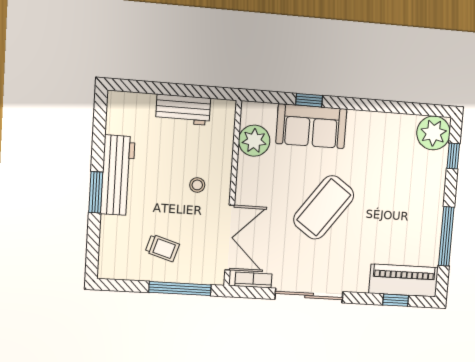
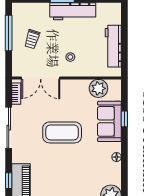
workbench: (183, 110) -> (113, 46), width x1.38
floor lamp: (372, 119) -> (117, 157), added
coffee table: (324, 207) -> (62, 132), turned -36
window: (180, 289) -> (9, 33), moved

